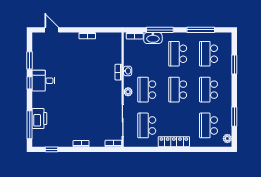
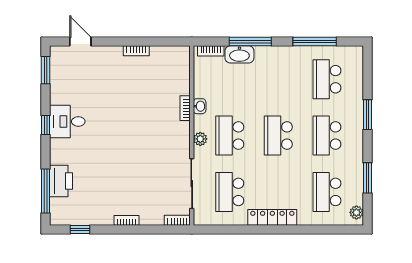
school desk: (178, 54) -> (278, 79), removed
window: (30, 60) -> (45, 70), moved
window: (234, 64) -> (367, 115), moved

